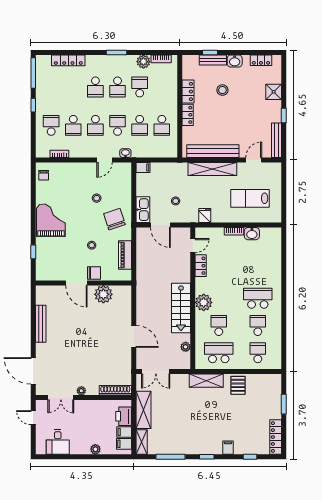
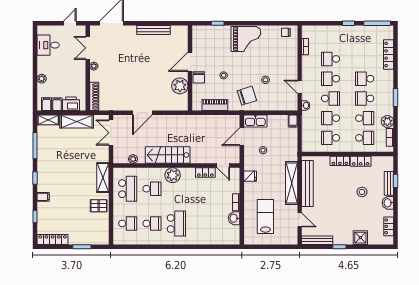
school desk: (51, 125) -> (365, 138), moved

